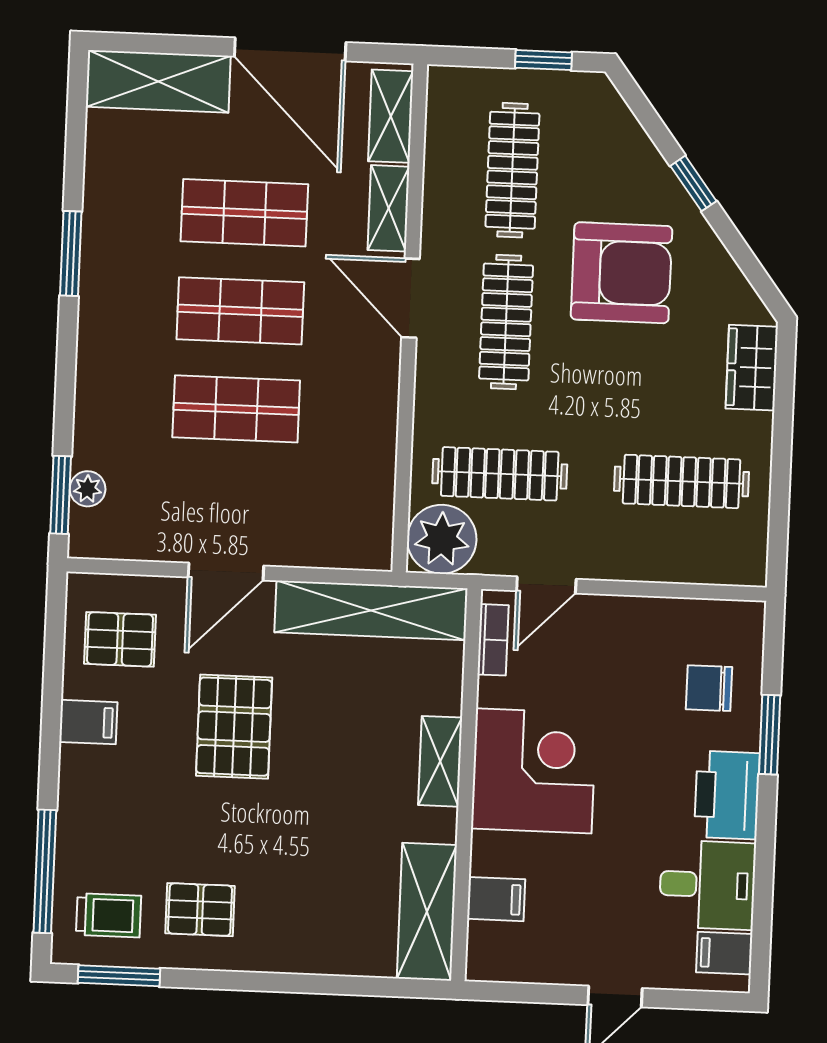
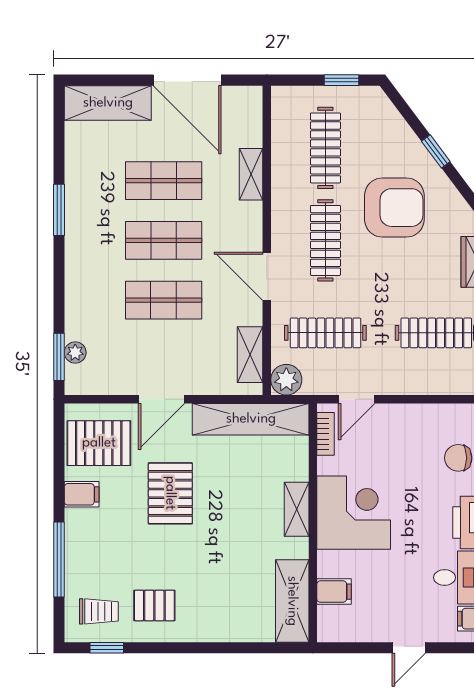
shelving: (391, 116) -> (250, 355), moved
door: (411, 298) -> (267, 276), moved
plant: (442, 539) -> (286, 380), width x0.73, depth x0.73
pallet: (120, 639) -> (99, 443), width x1.50, depth x1.42
window: (45, 871) -> (59, 560), moved
window: (119, 976) -> (107, 648), width x0.67

